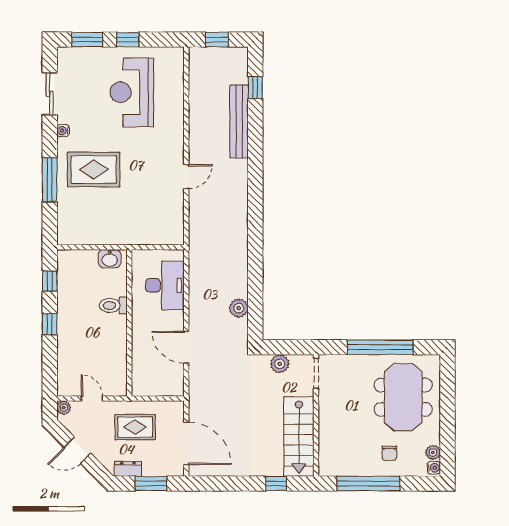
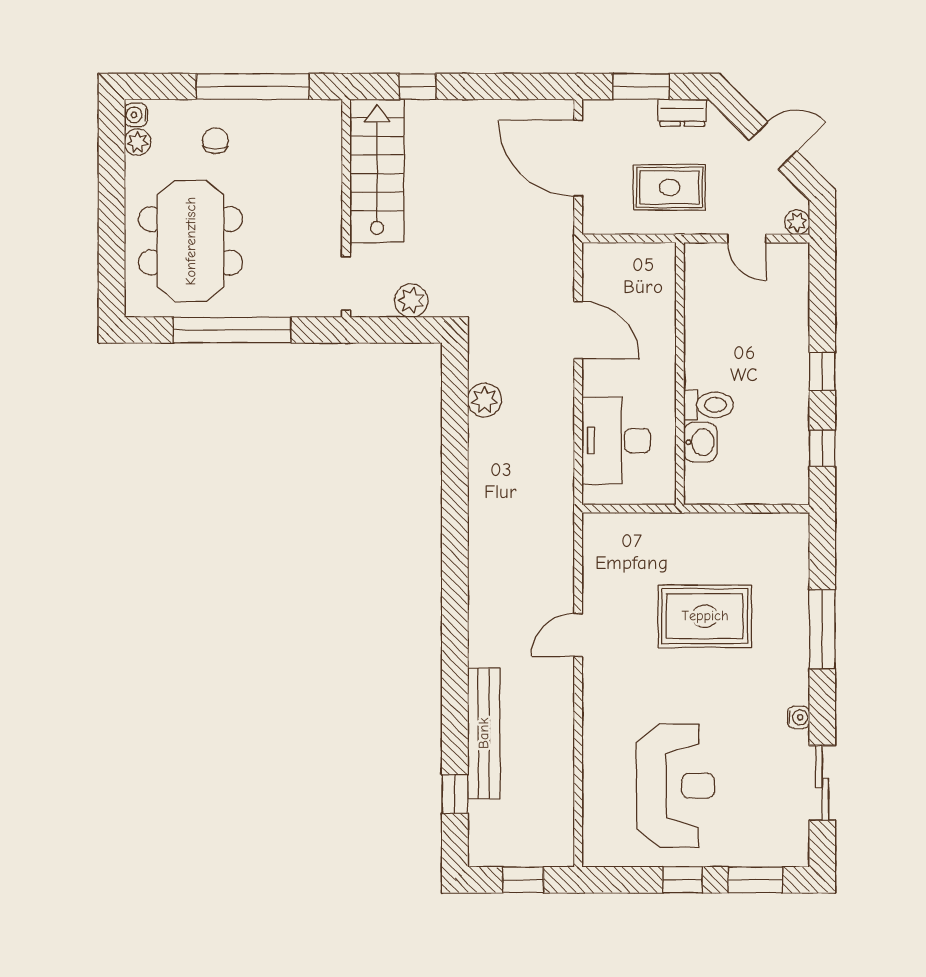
rug: (94, 169) -> (705, 616), moved
washbasin: (110, 259) -> (700, 442), moved, turned 90

